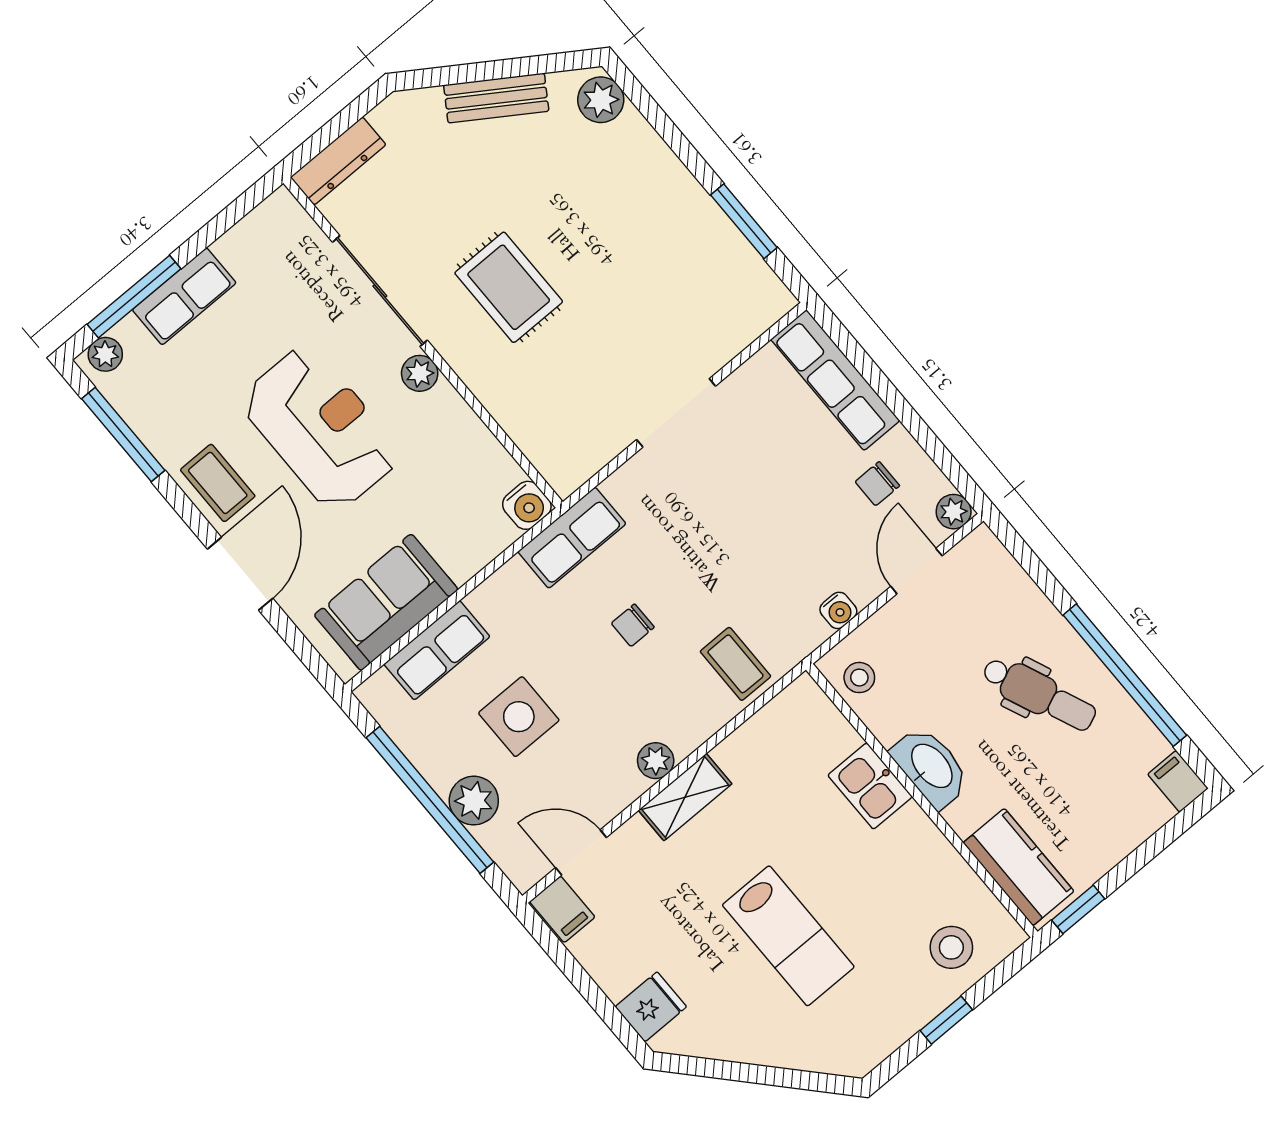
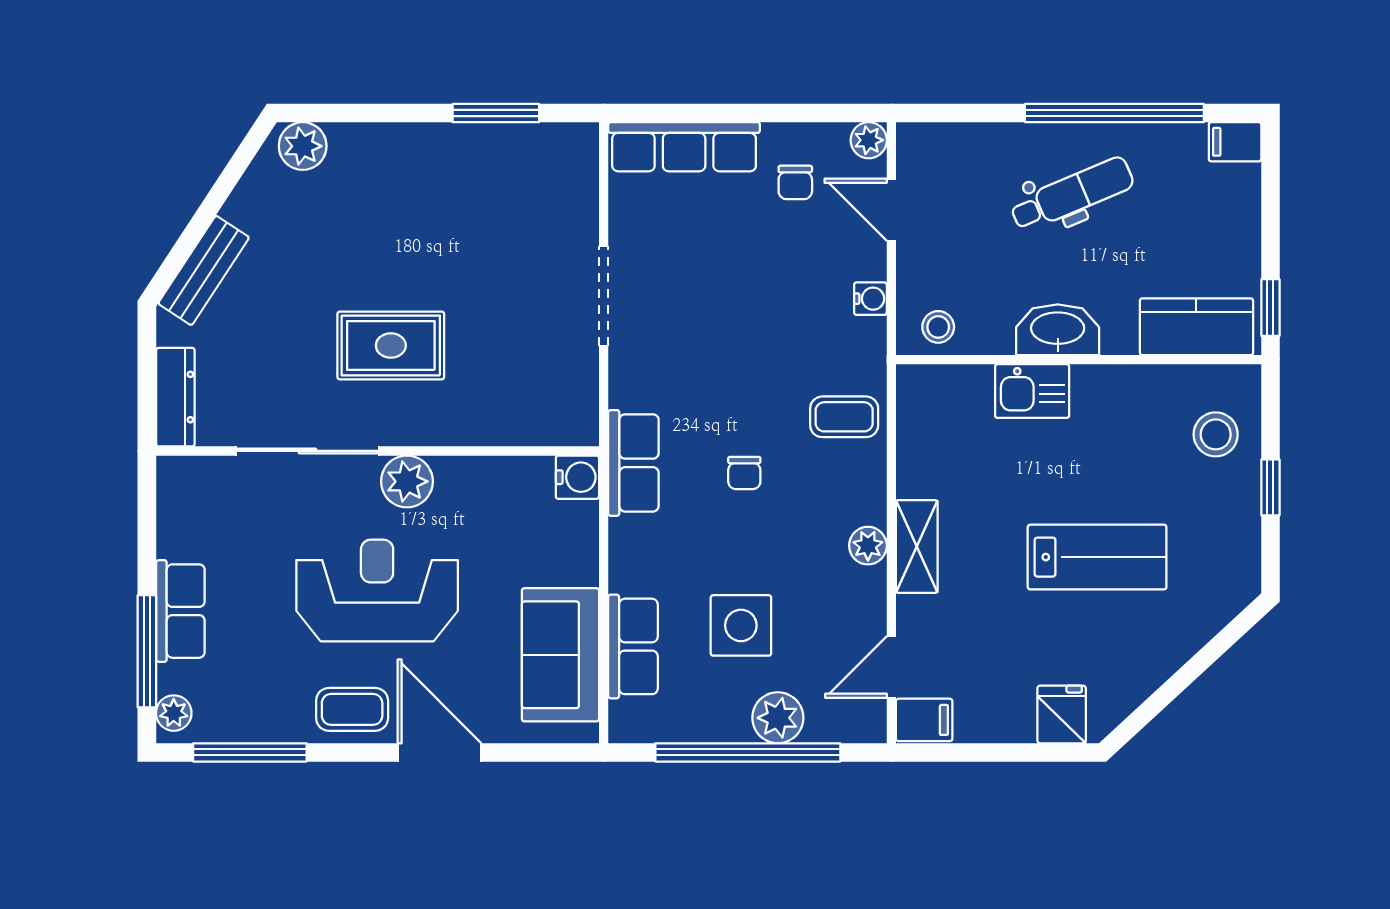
bench: (496, 98) -> (204, 270), moved
plant: (420, 373) -> (407, 481), width x1.38, depth x1.38

